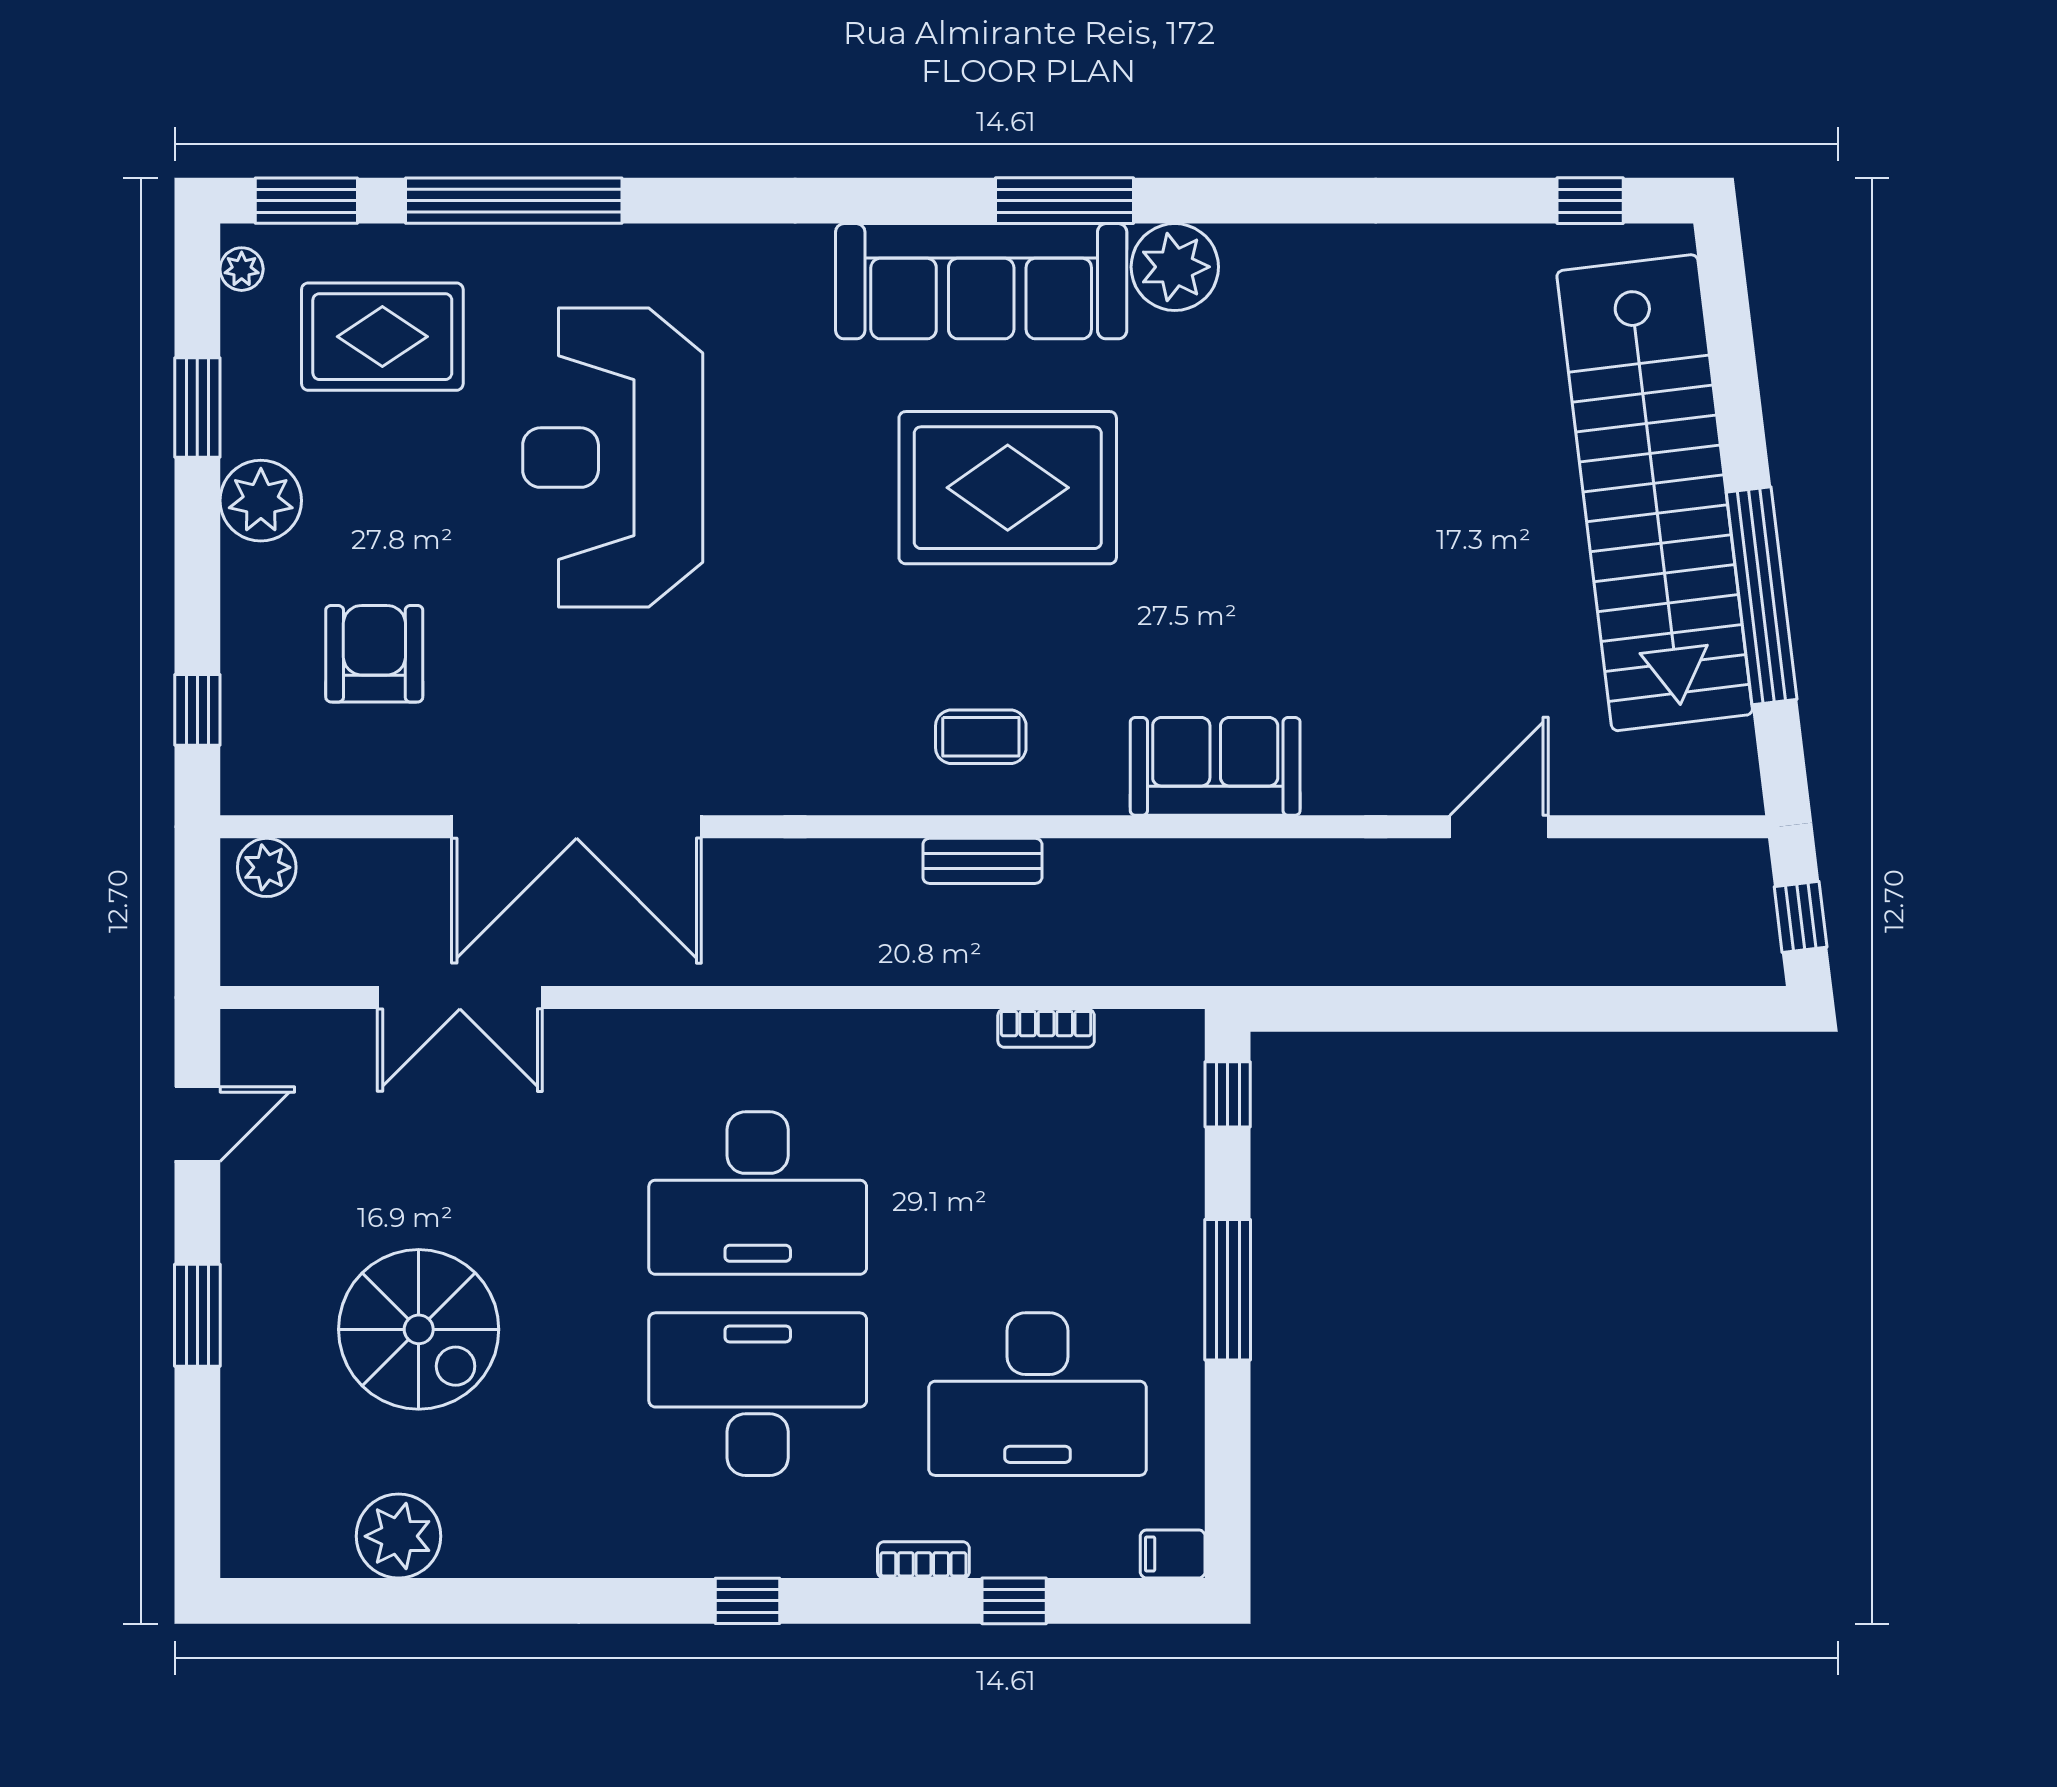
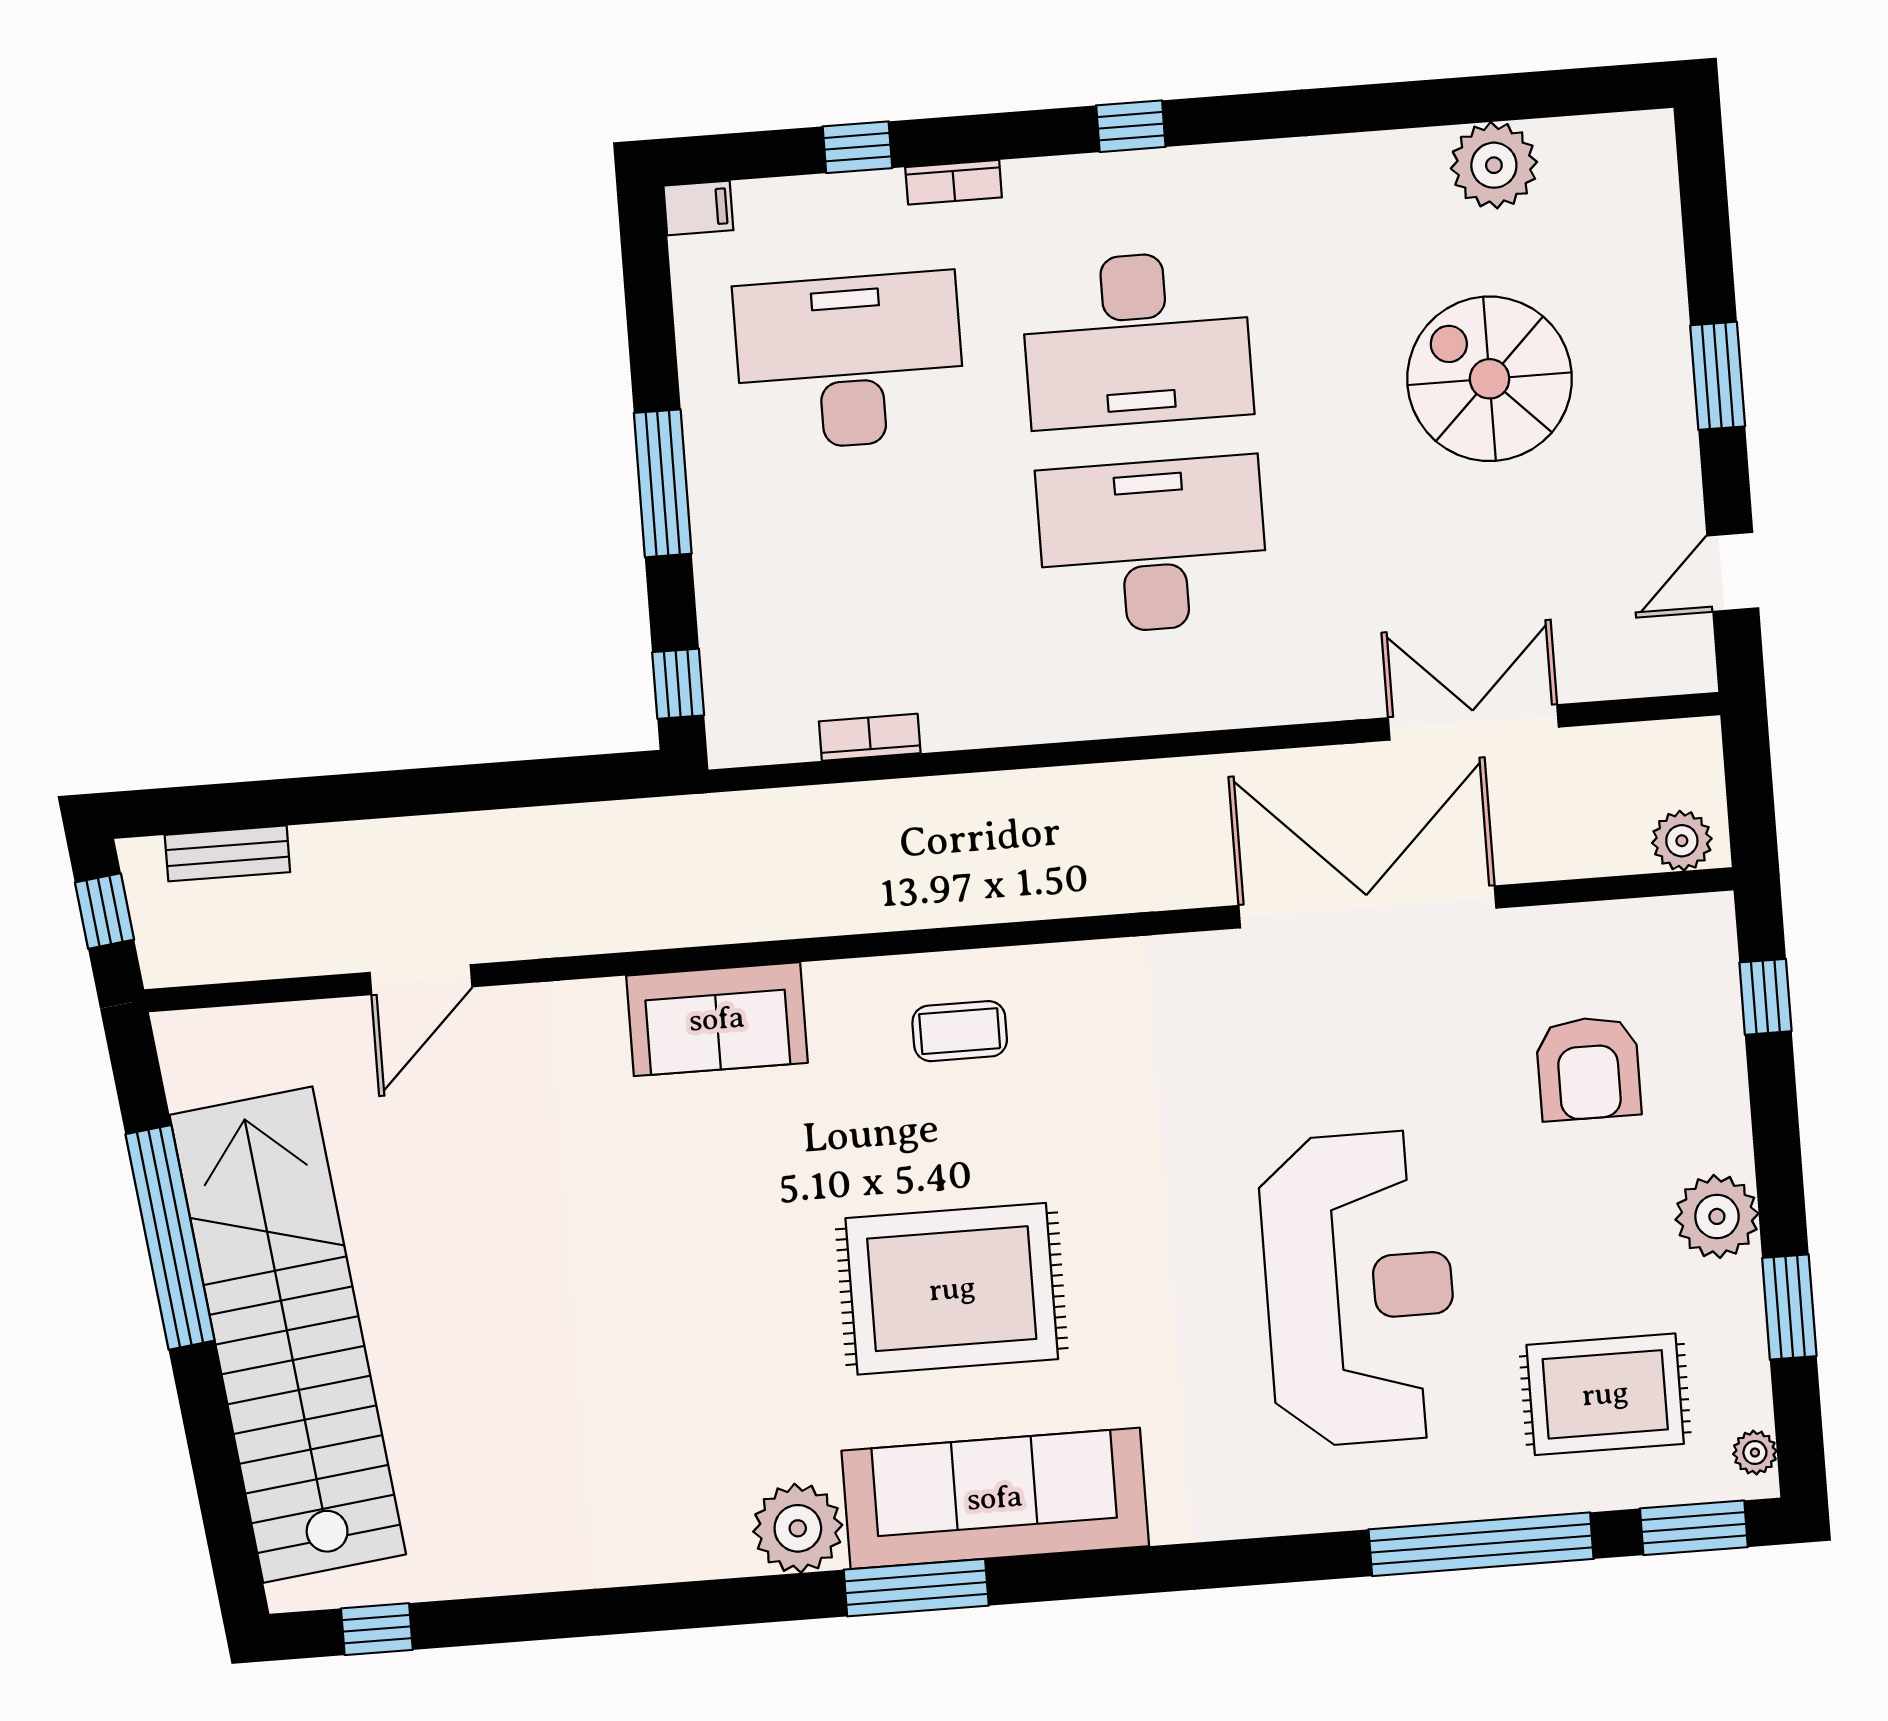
bench: (982, 861) -> (227, 853), moved

